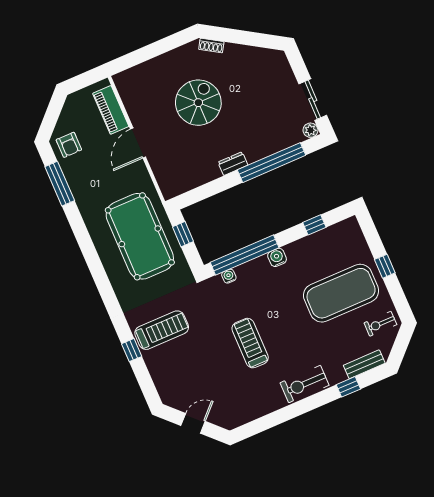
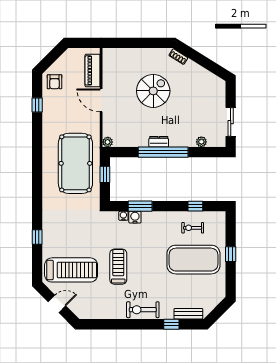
plant: (311, 130) -> (201, 142), moved
door: (138, 143) -> (101, 100), hinge flipped
window: (271, 163) -> (163, 152), moved
window: (60, 184) -> (37, 105), width x0.46
plant: (169, 192) -> (108, 142), added
window: (245, 255) -> (140, 206), width x0.47
water cooler: (277, 257) -> (135, 217), moved
exercise bike: (380, 324) -> (193, 228), moved
treadmill: (162, 330) -> (71, 270), moved, width x1.37, depth x1.38

